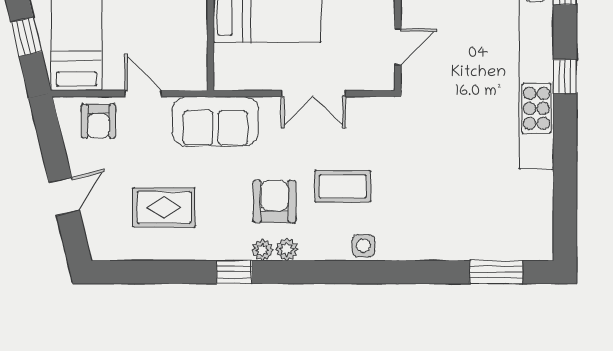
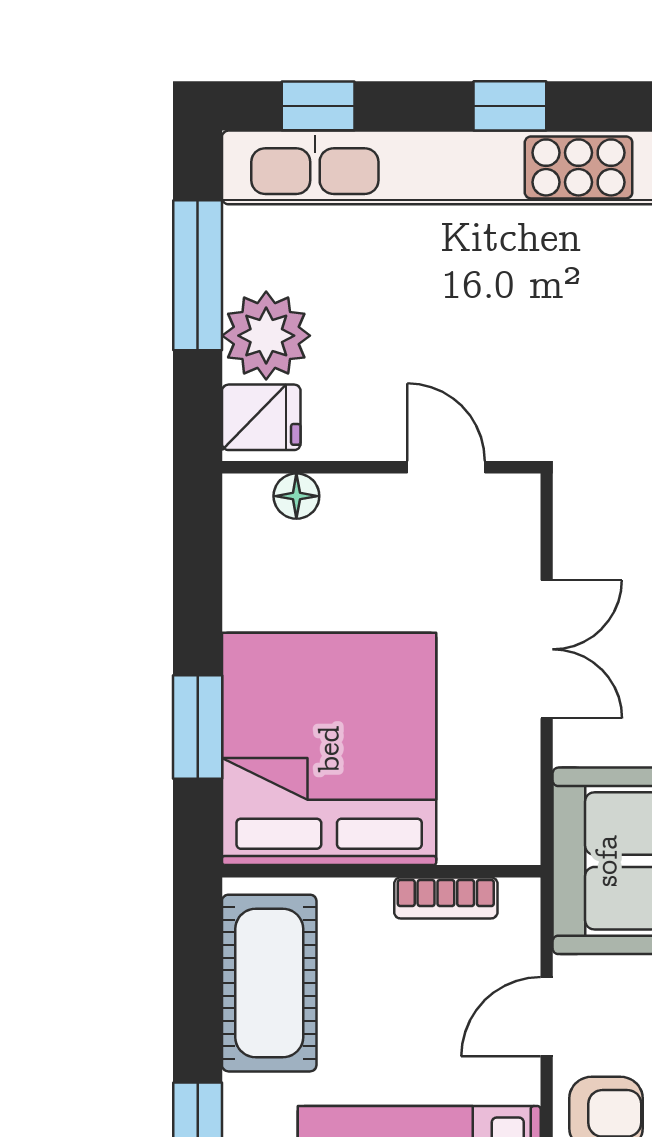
bookcase: (198, 47) -> (446, 898), added

